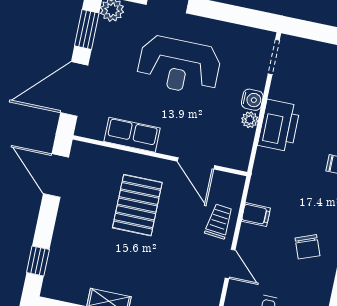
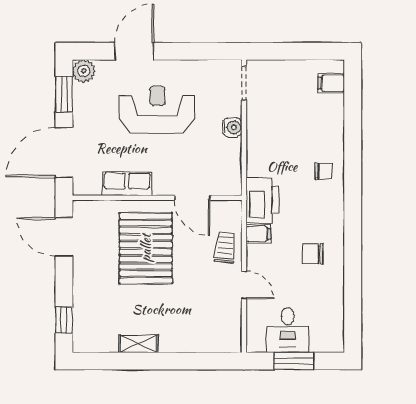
reception desk: (179, 65) -> (157, 110), turned 180
plant: (250, 120) -> (234, 147), removed
printer: (279, 126) -> (262, 200), moved
pallet: (137, 205) -> (146, 248), width x1.37, depth x1.41
chair: (307, 247) -> (313, 254), turned 111

